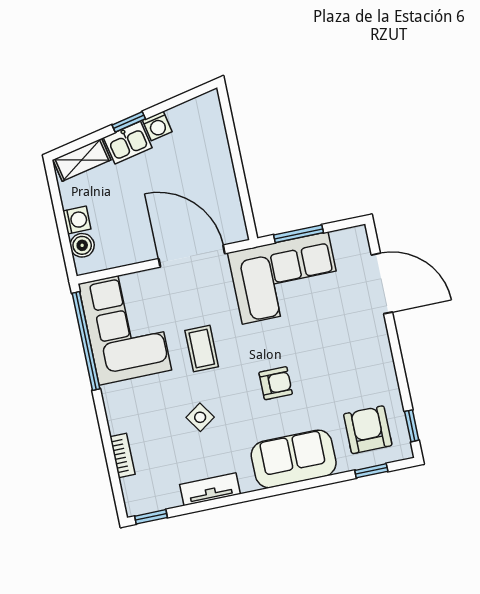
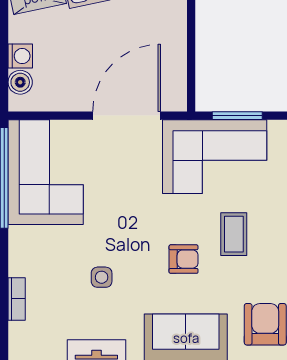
door: (192, 256) -> (127, 116), hinge flipped
coffee table: (202, 349) -> (234, 234), moved
side table: (200, 417) -> (102, 277), turned 34

